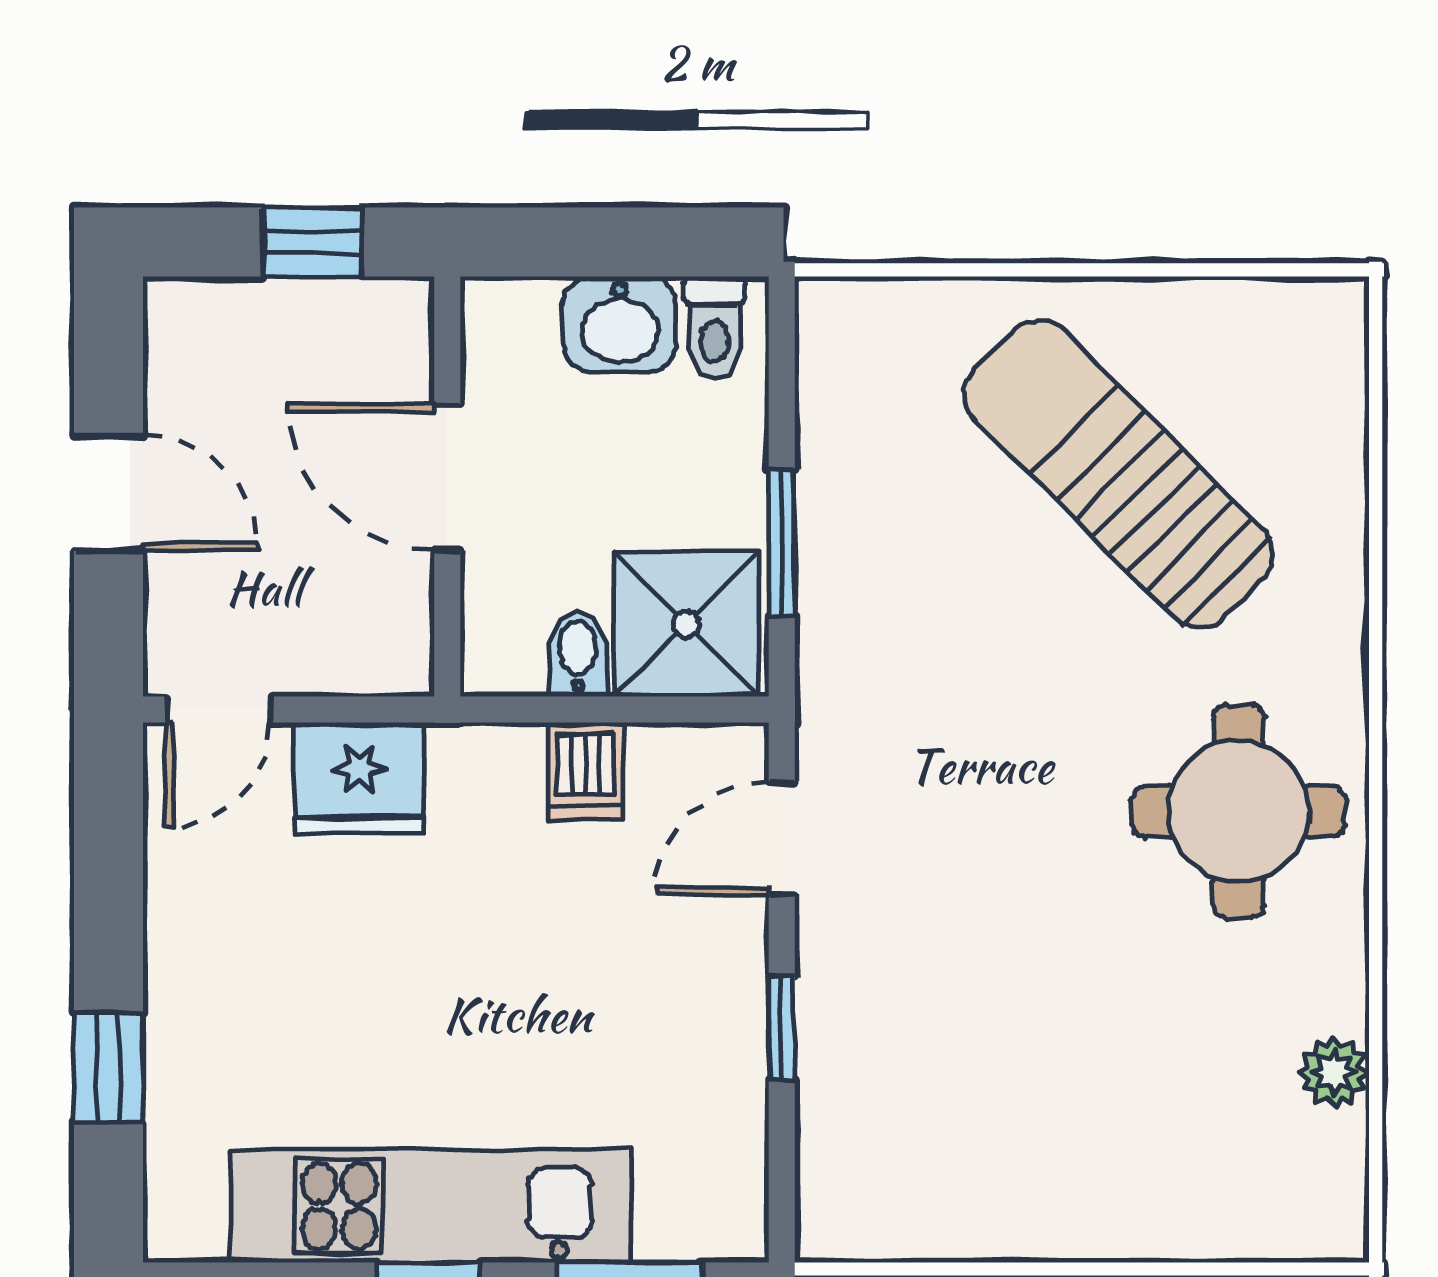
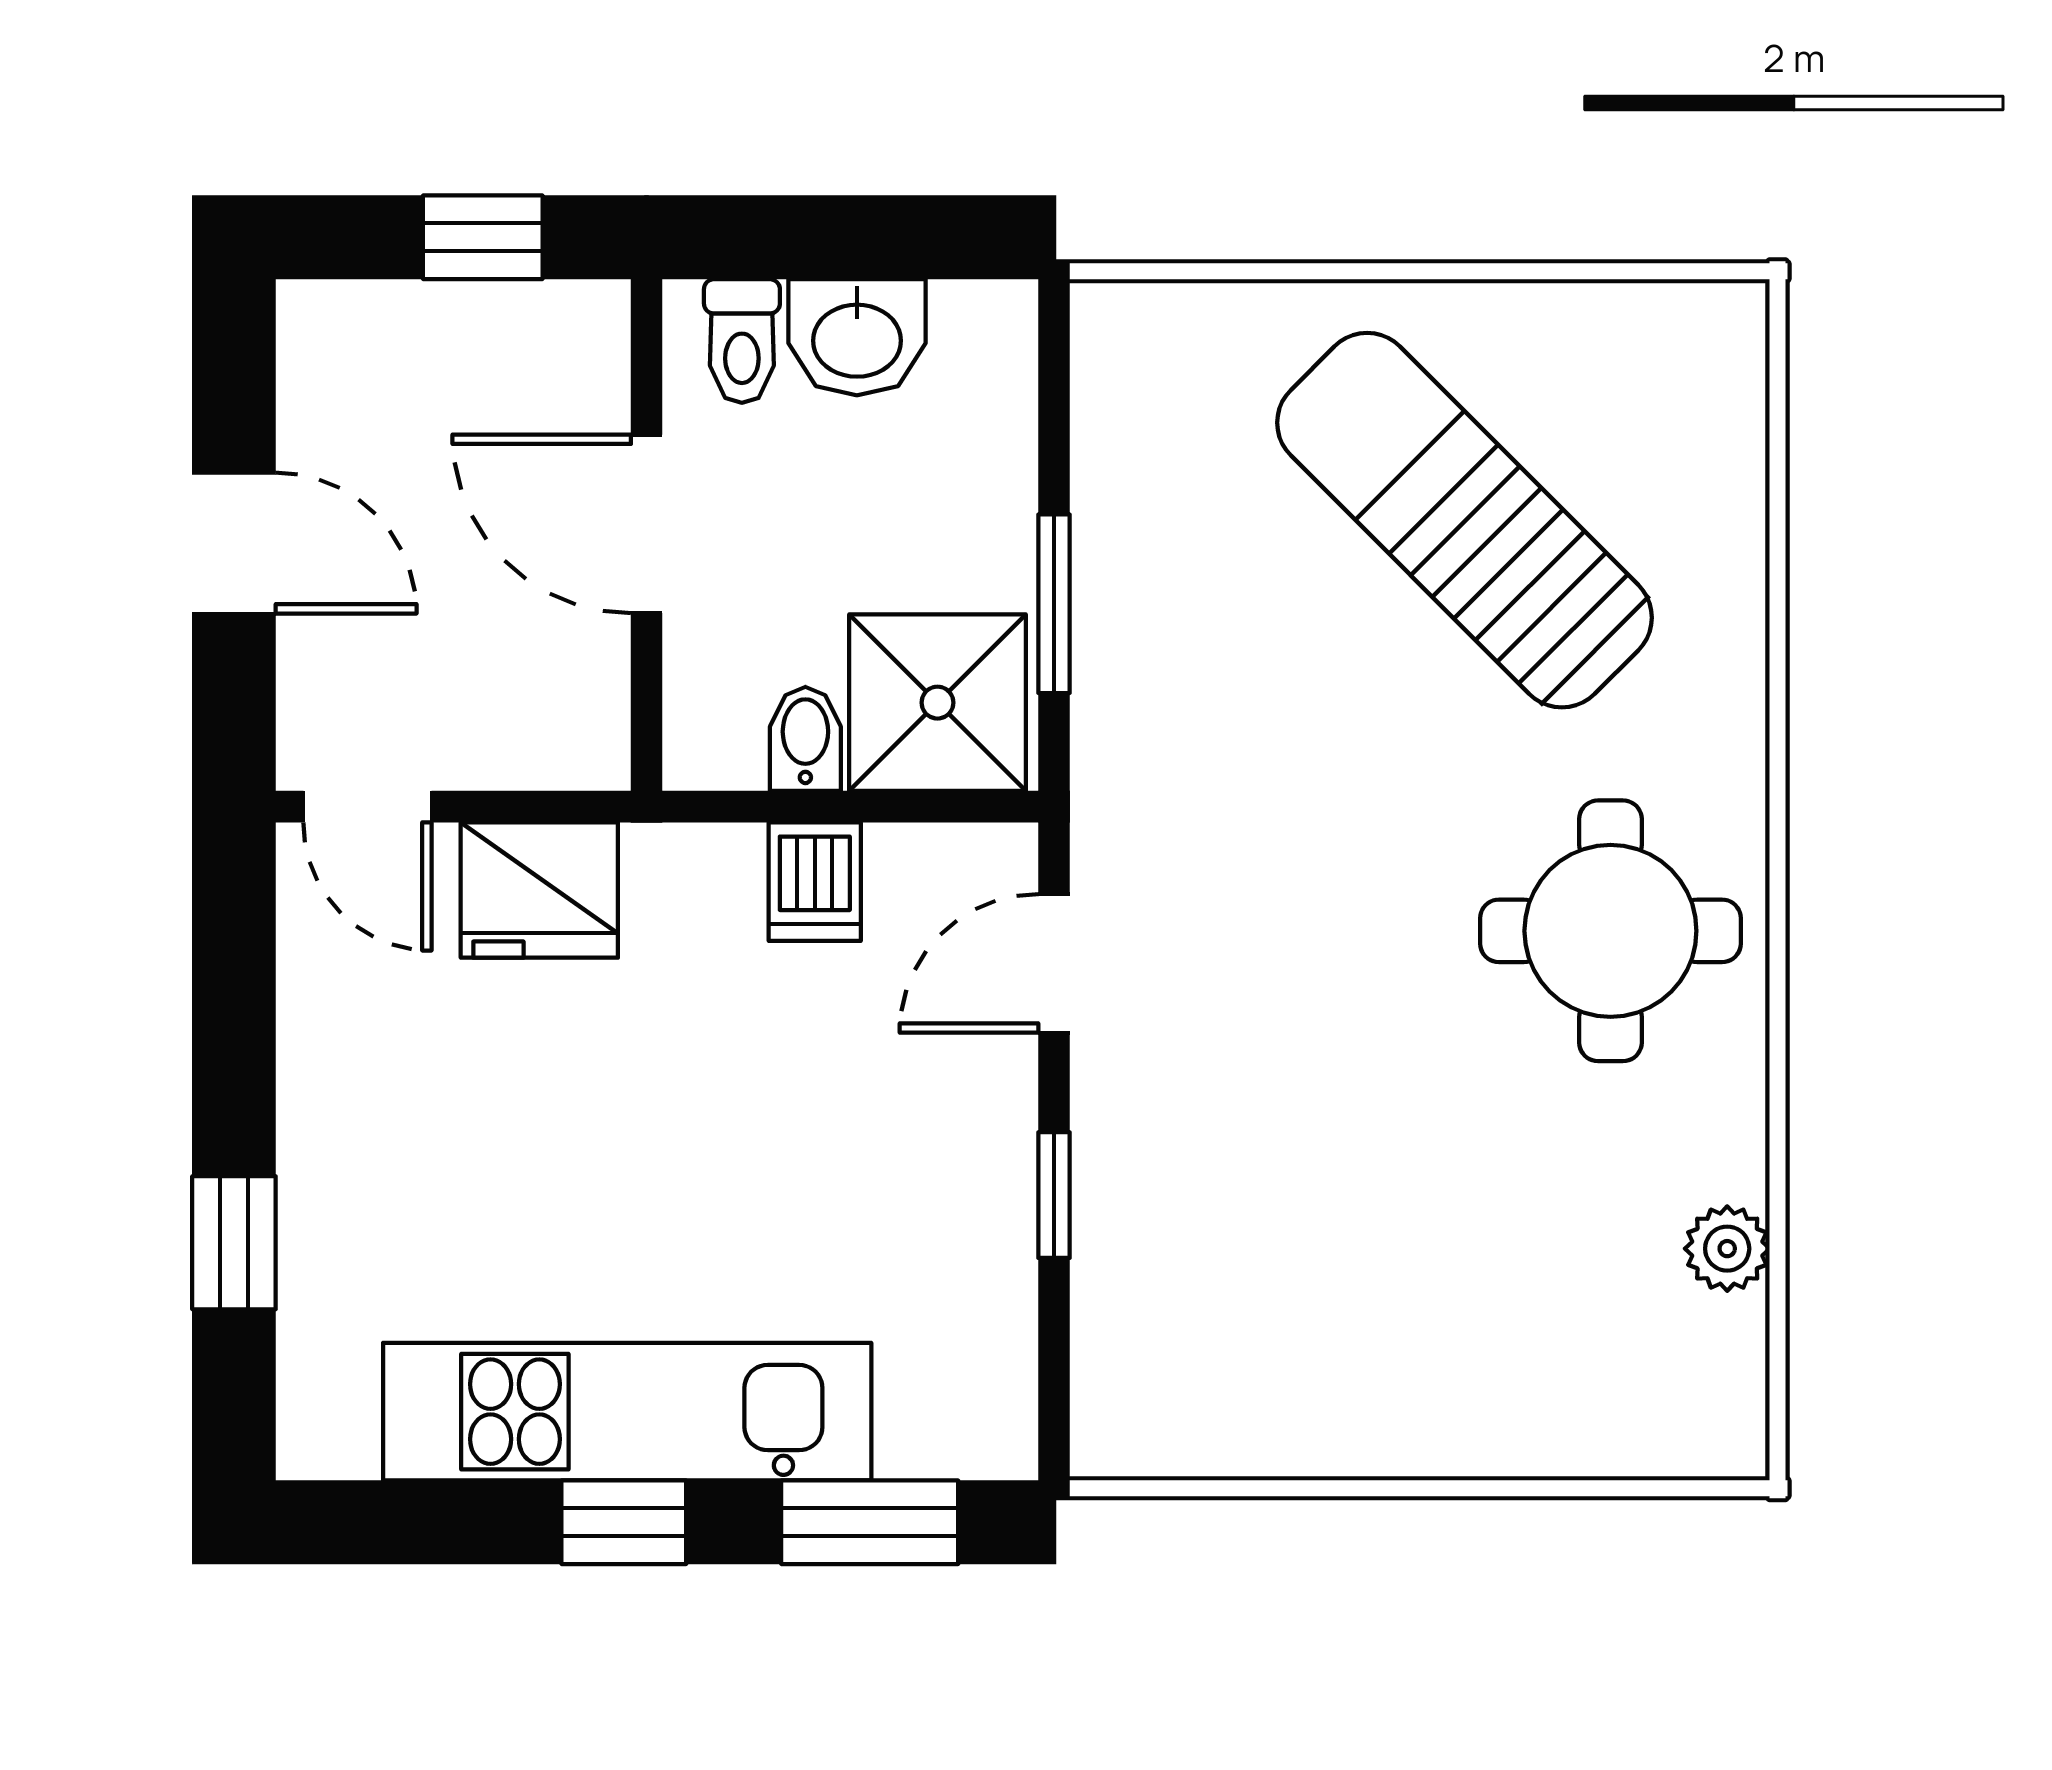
toilet: (714, 327) -> (742, 341), moved
door: (218, 709) -> (367, 807), hinge flipped

